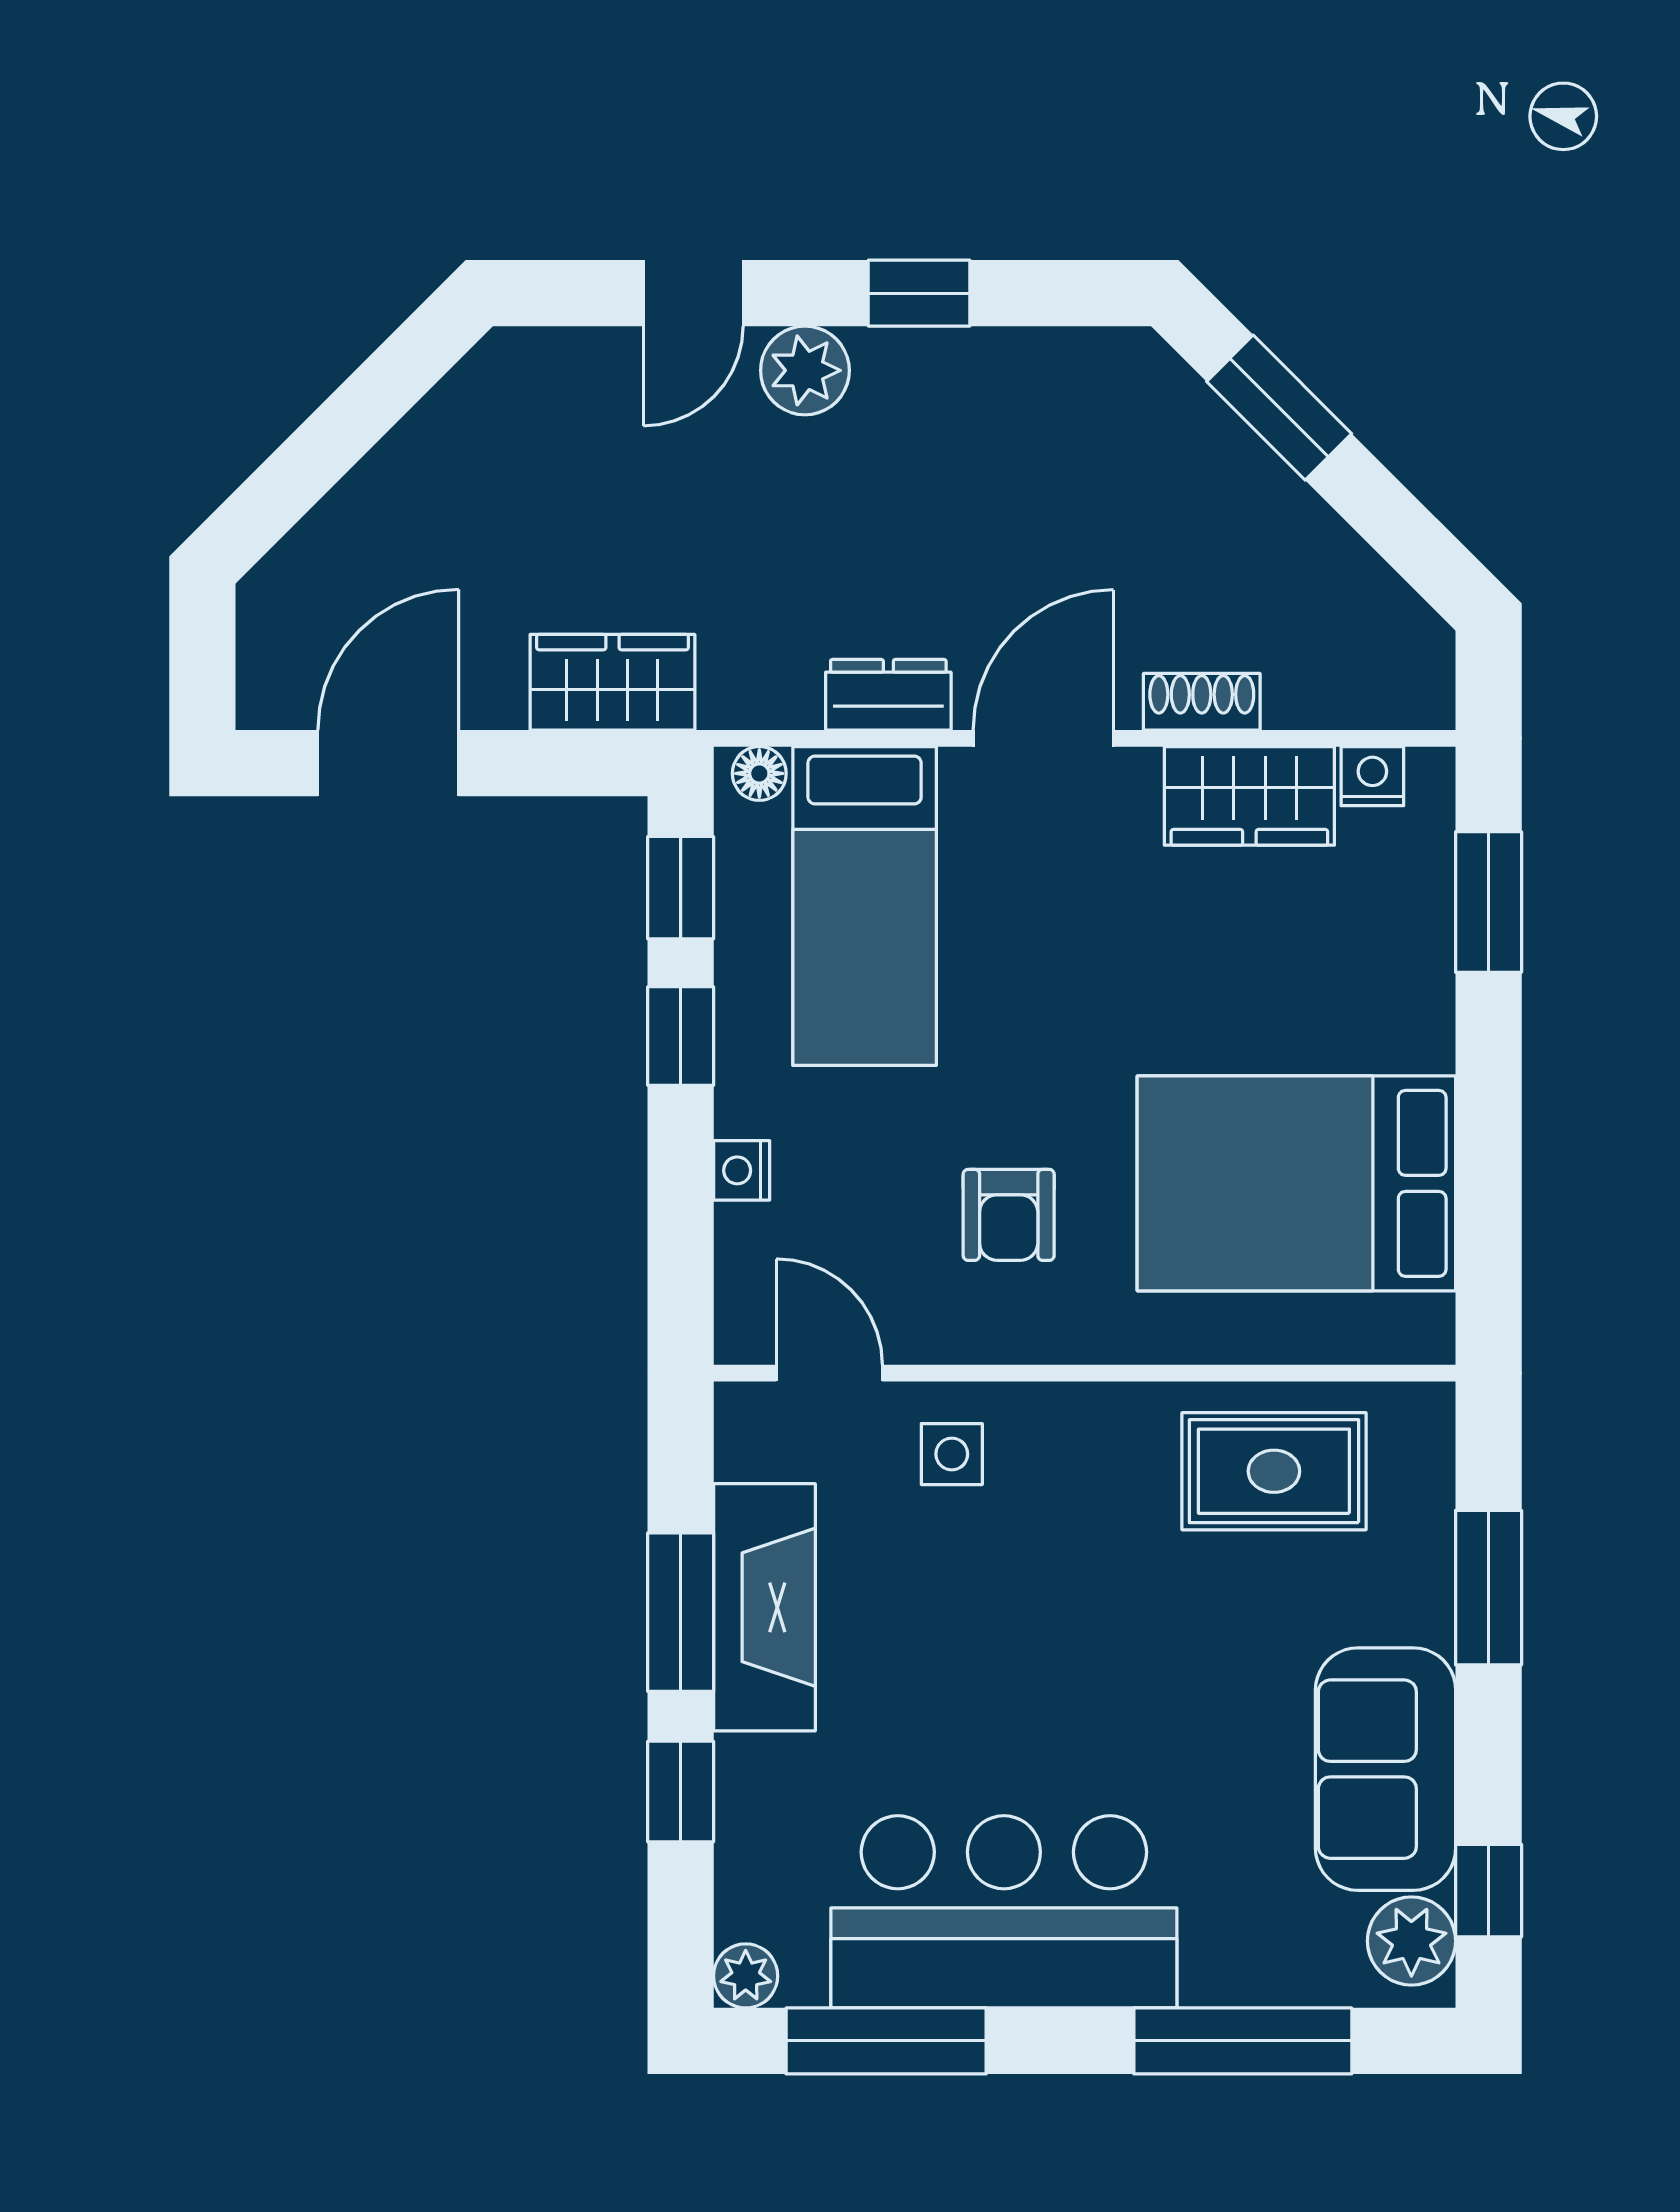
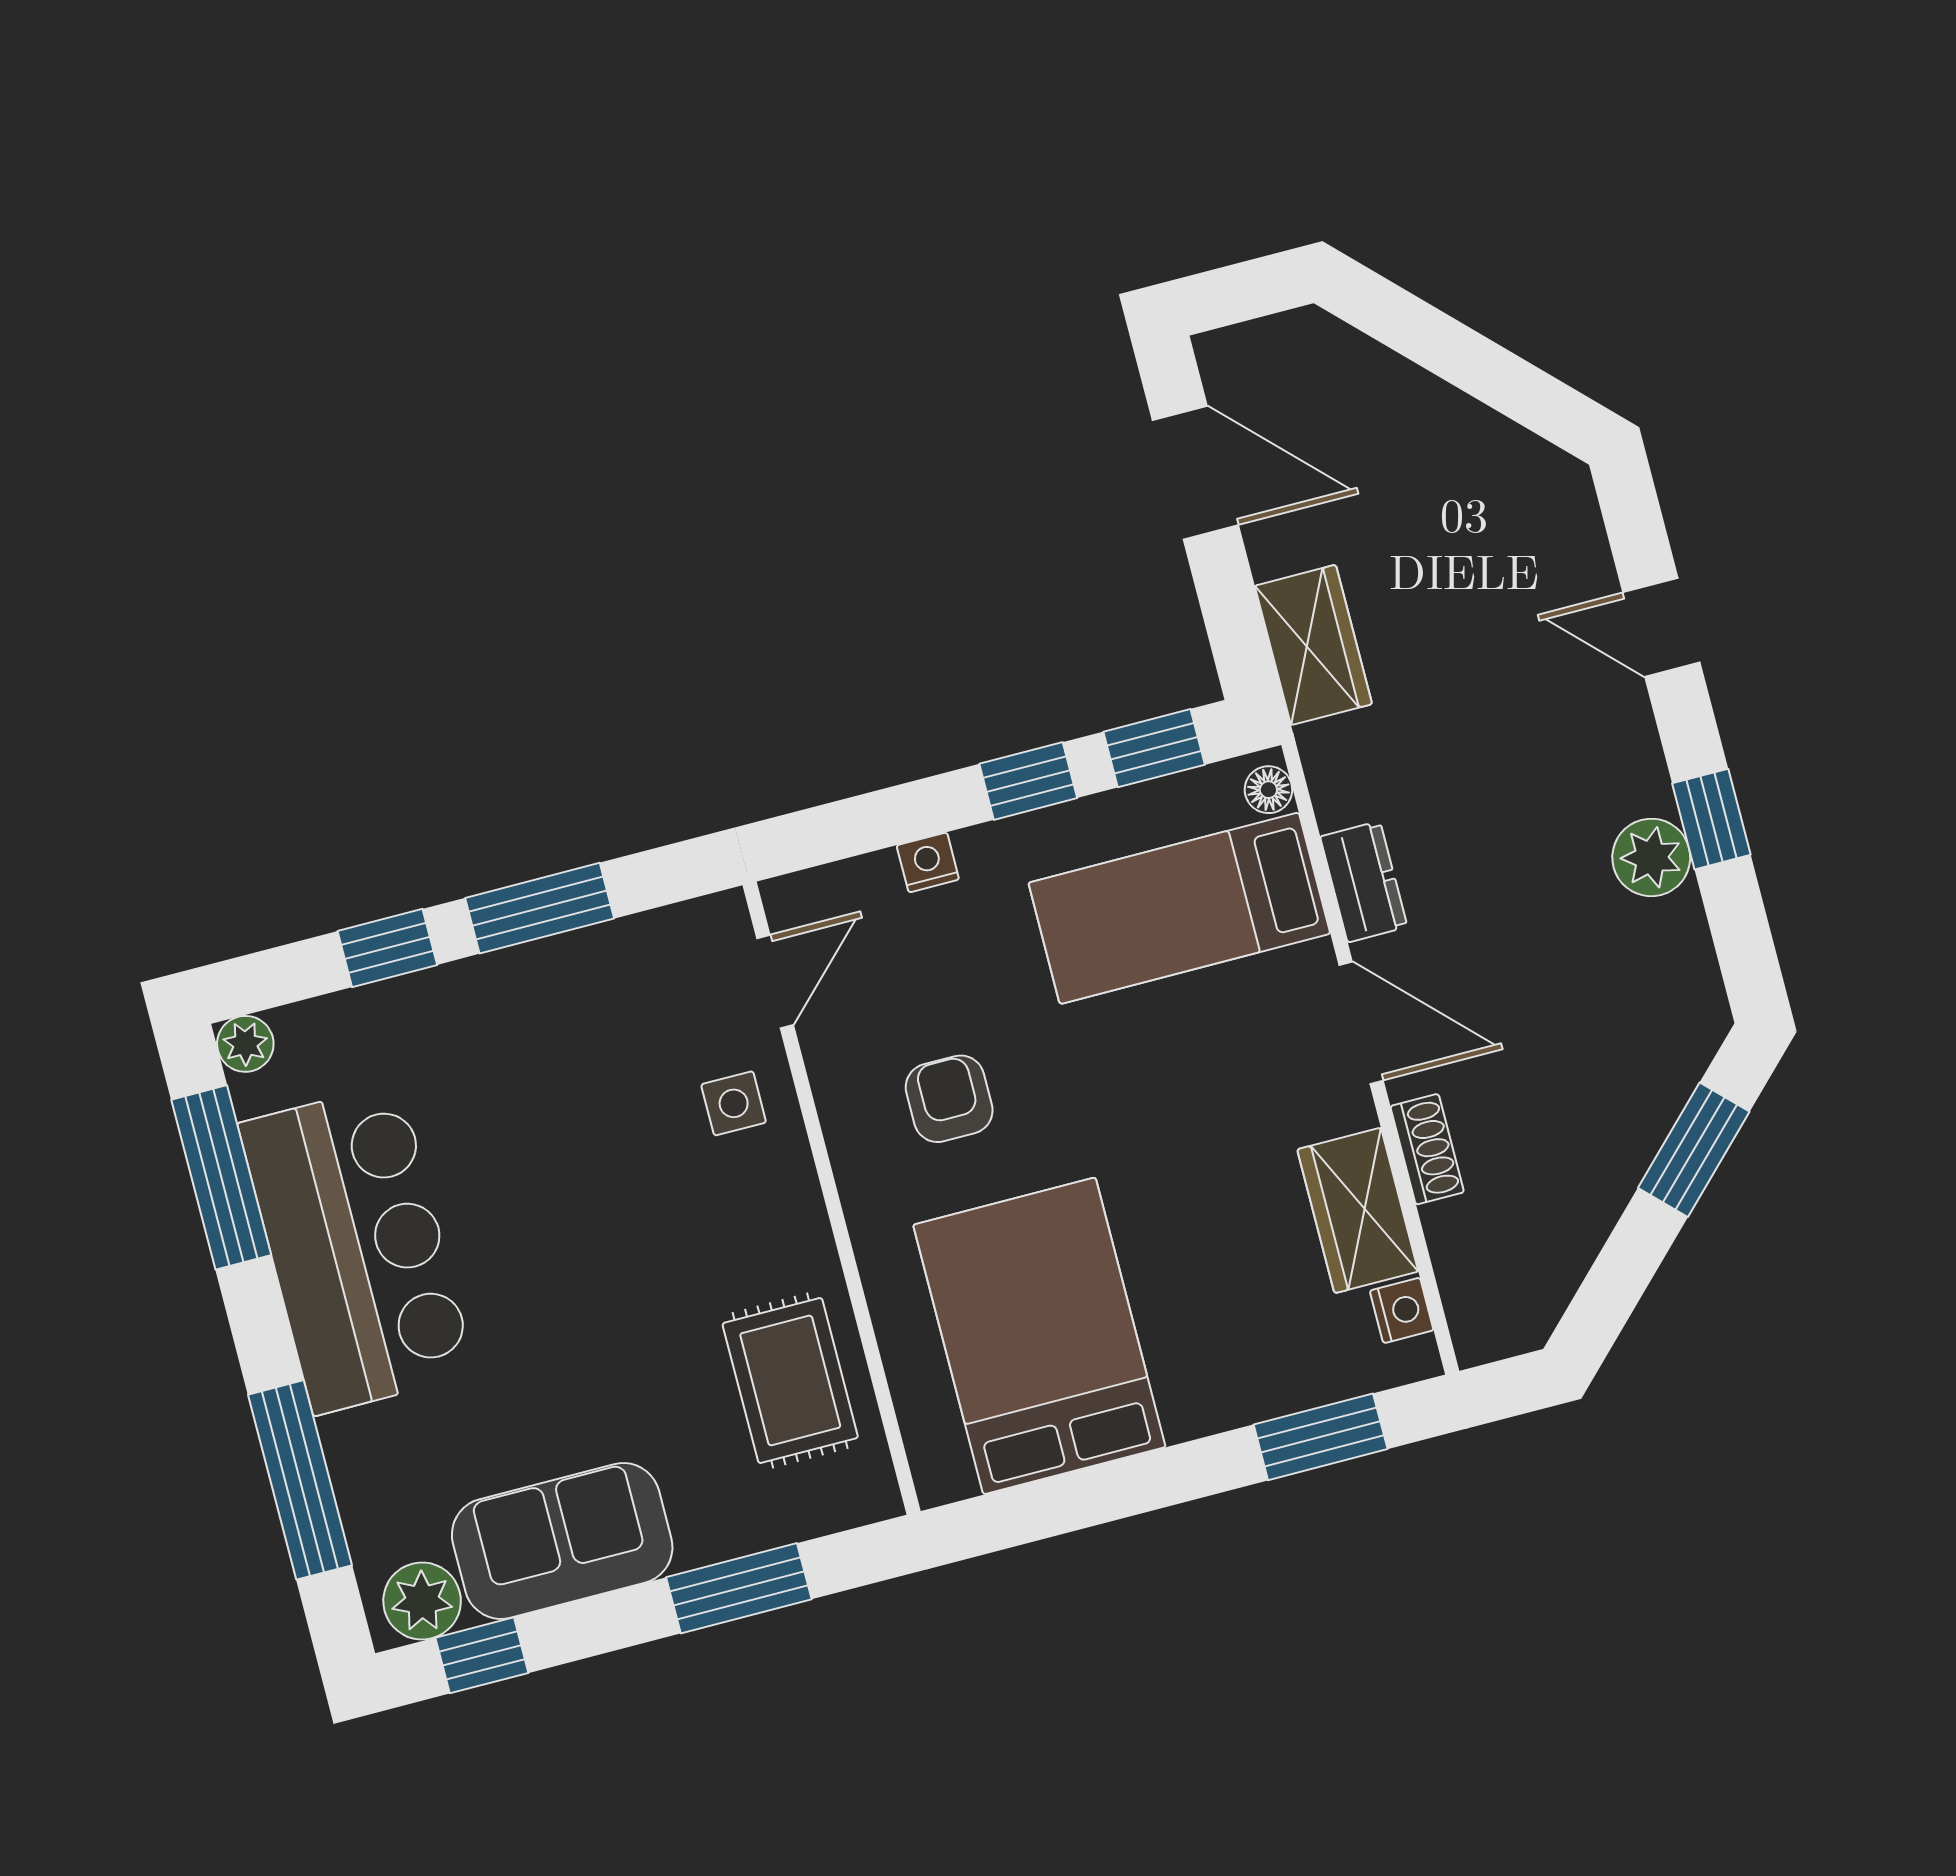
plant: (805, 370) -> (1651, 857), moved
armchair: (1009, 1215) -> (949, 1099), turned 90
fireplace: (764, 1607) -> (562, 978), removed

